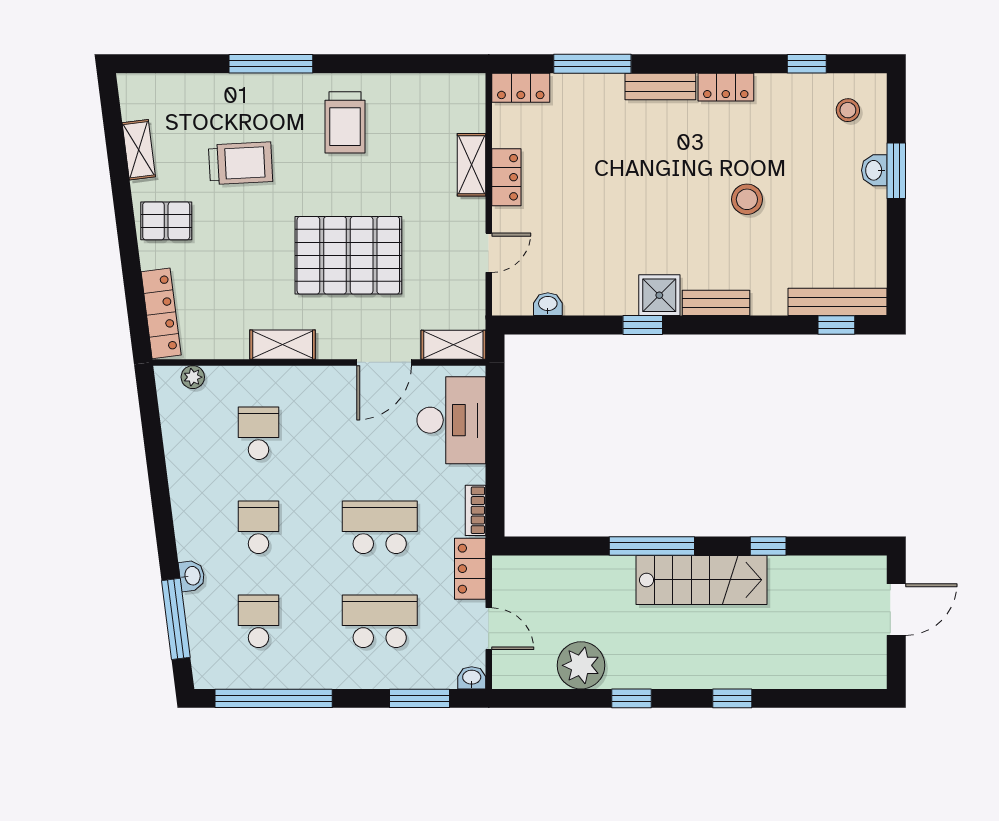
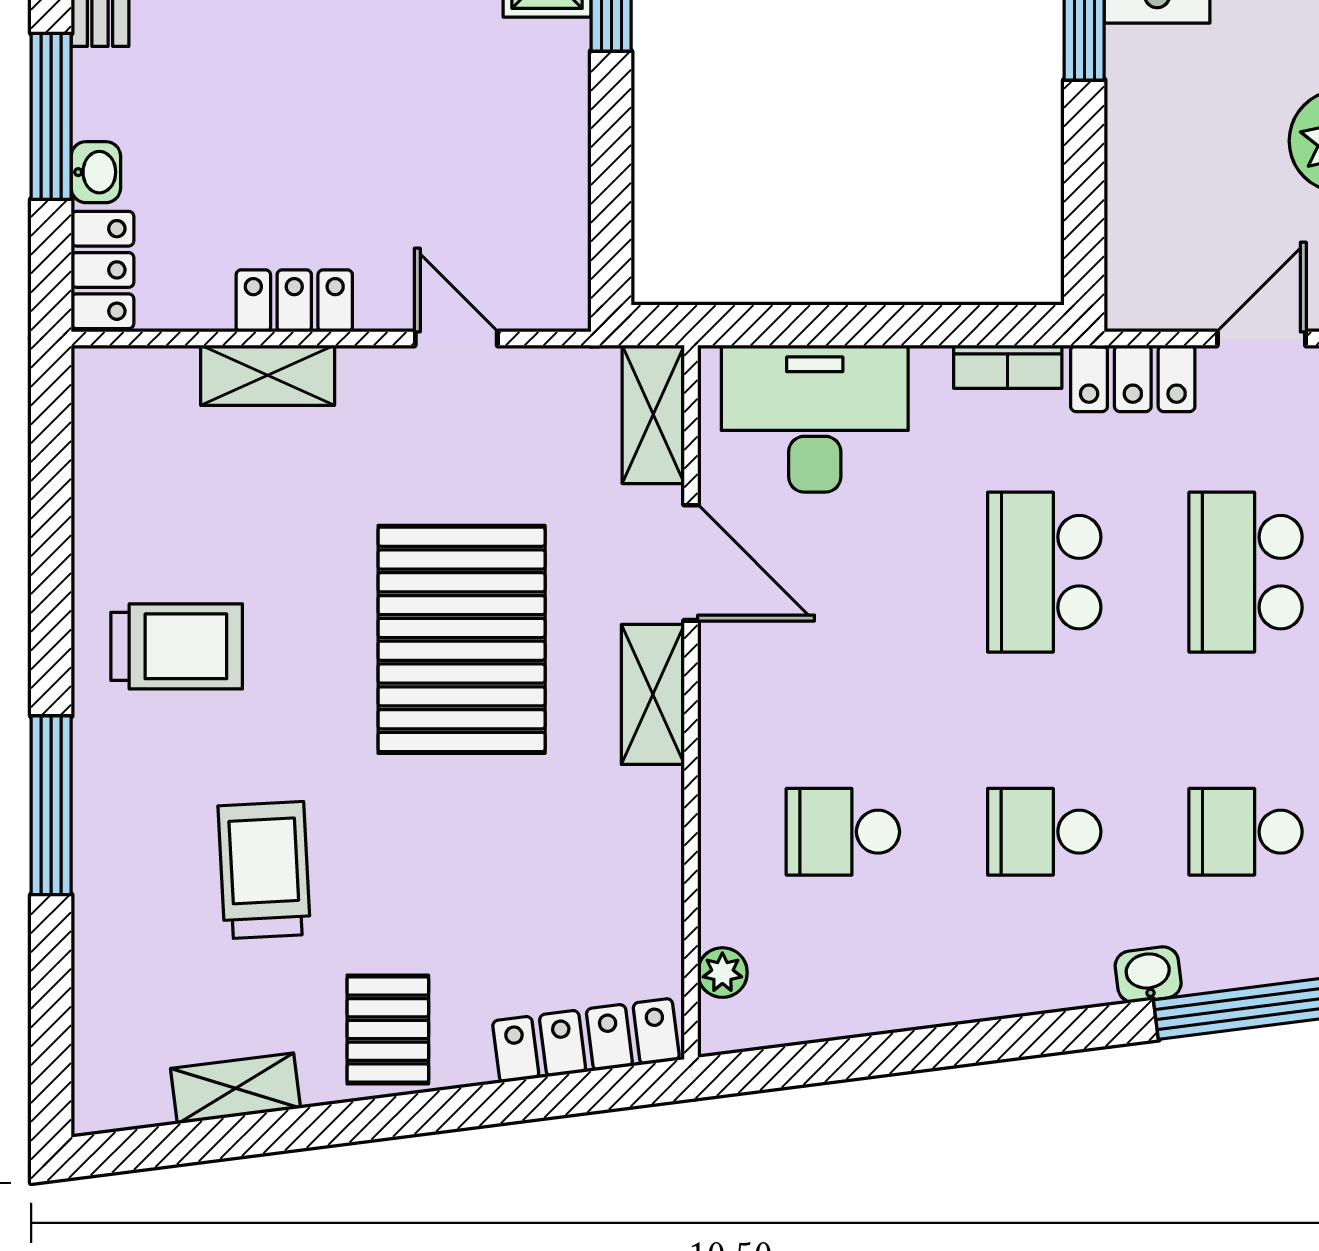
washbasin: (548, 304) -> (96, 172), moved, turned 180
shelving: (283, 345) -> (653, 694), moved

